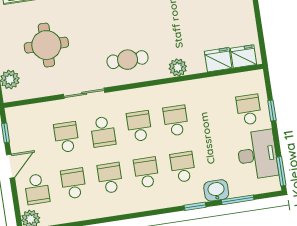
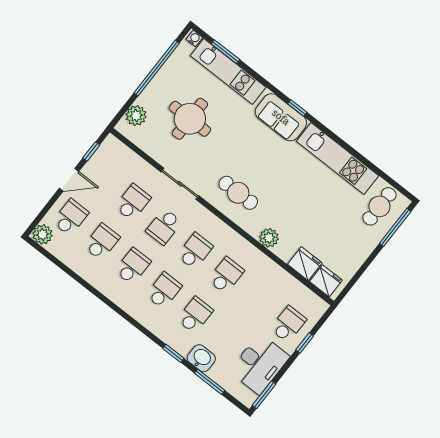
school desk: (37, 189) -> (71, 217), turned 180

